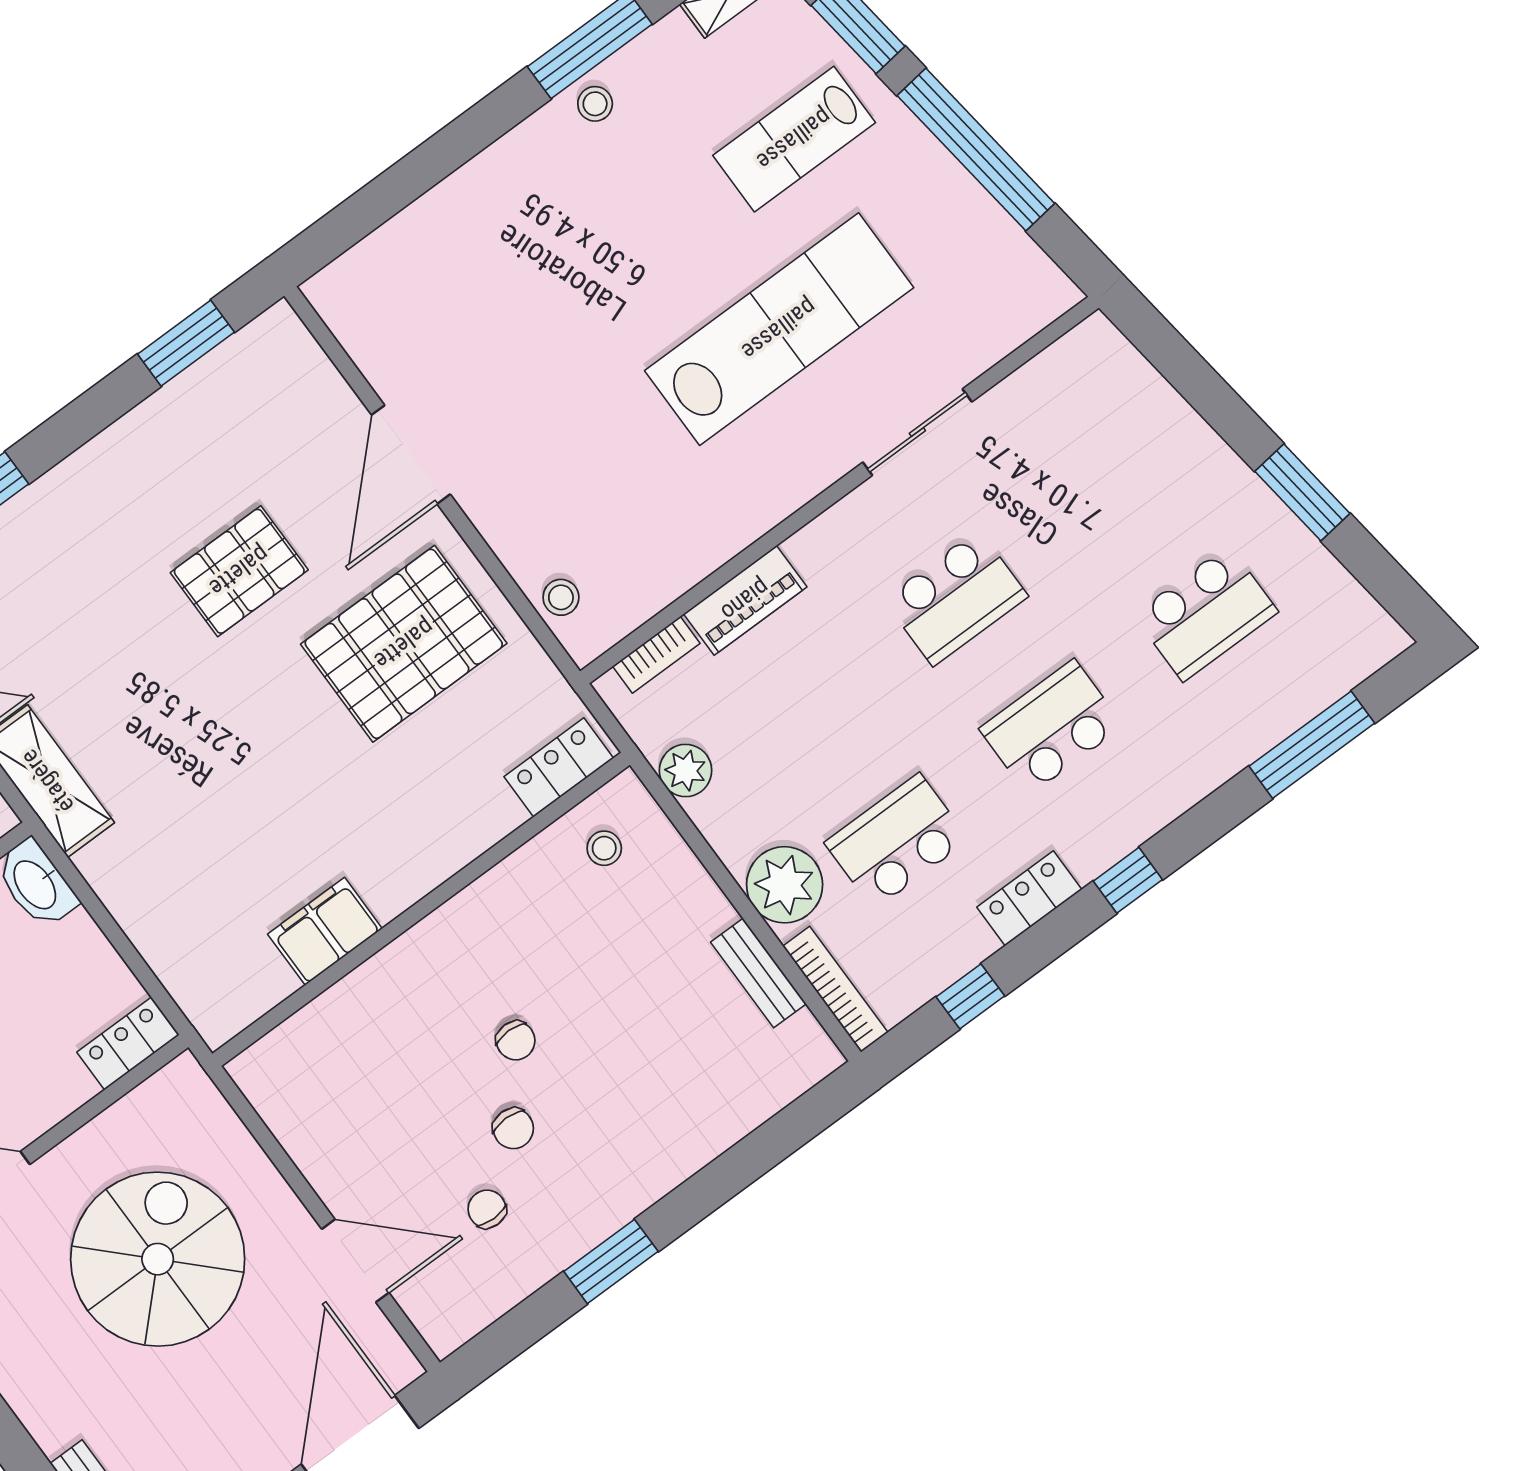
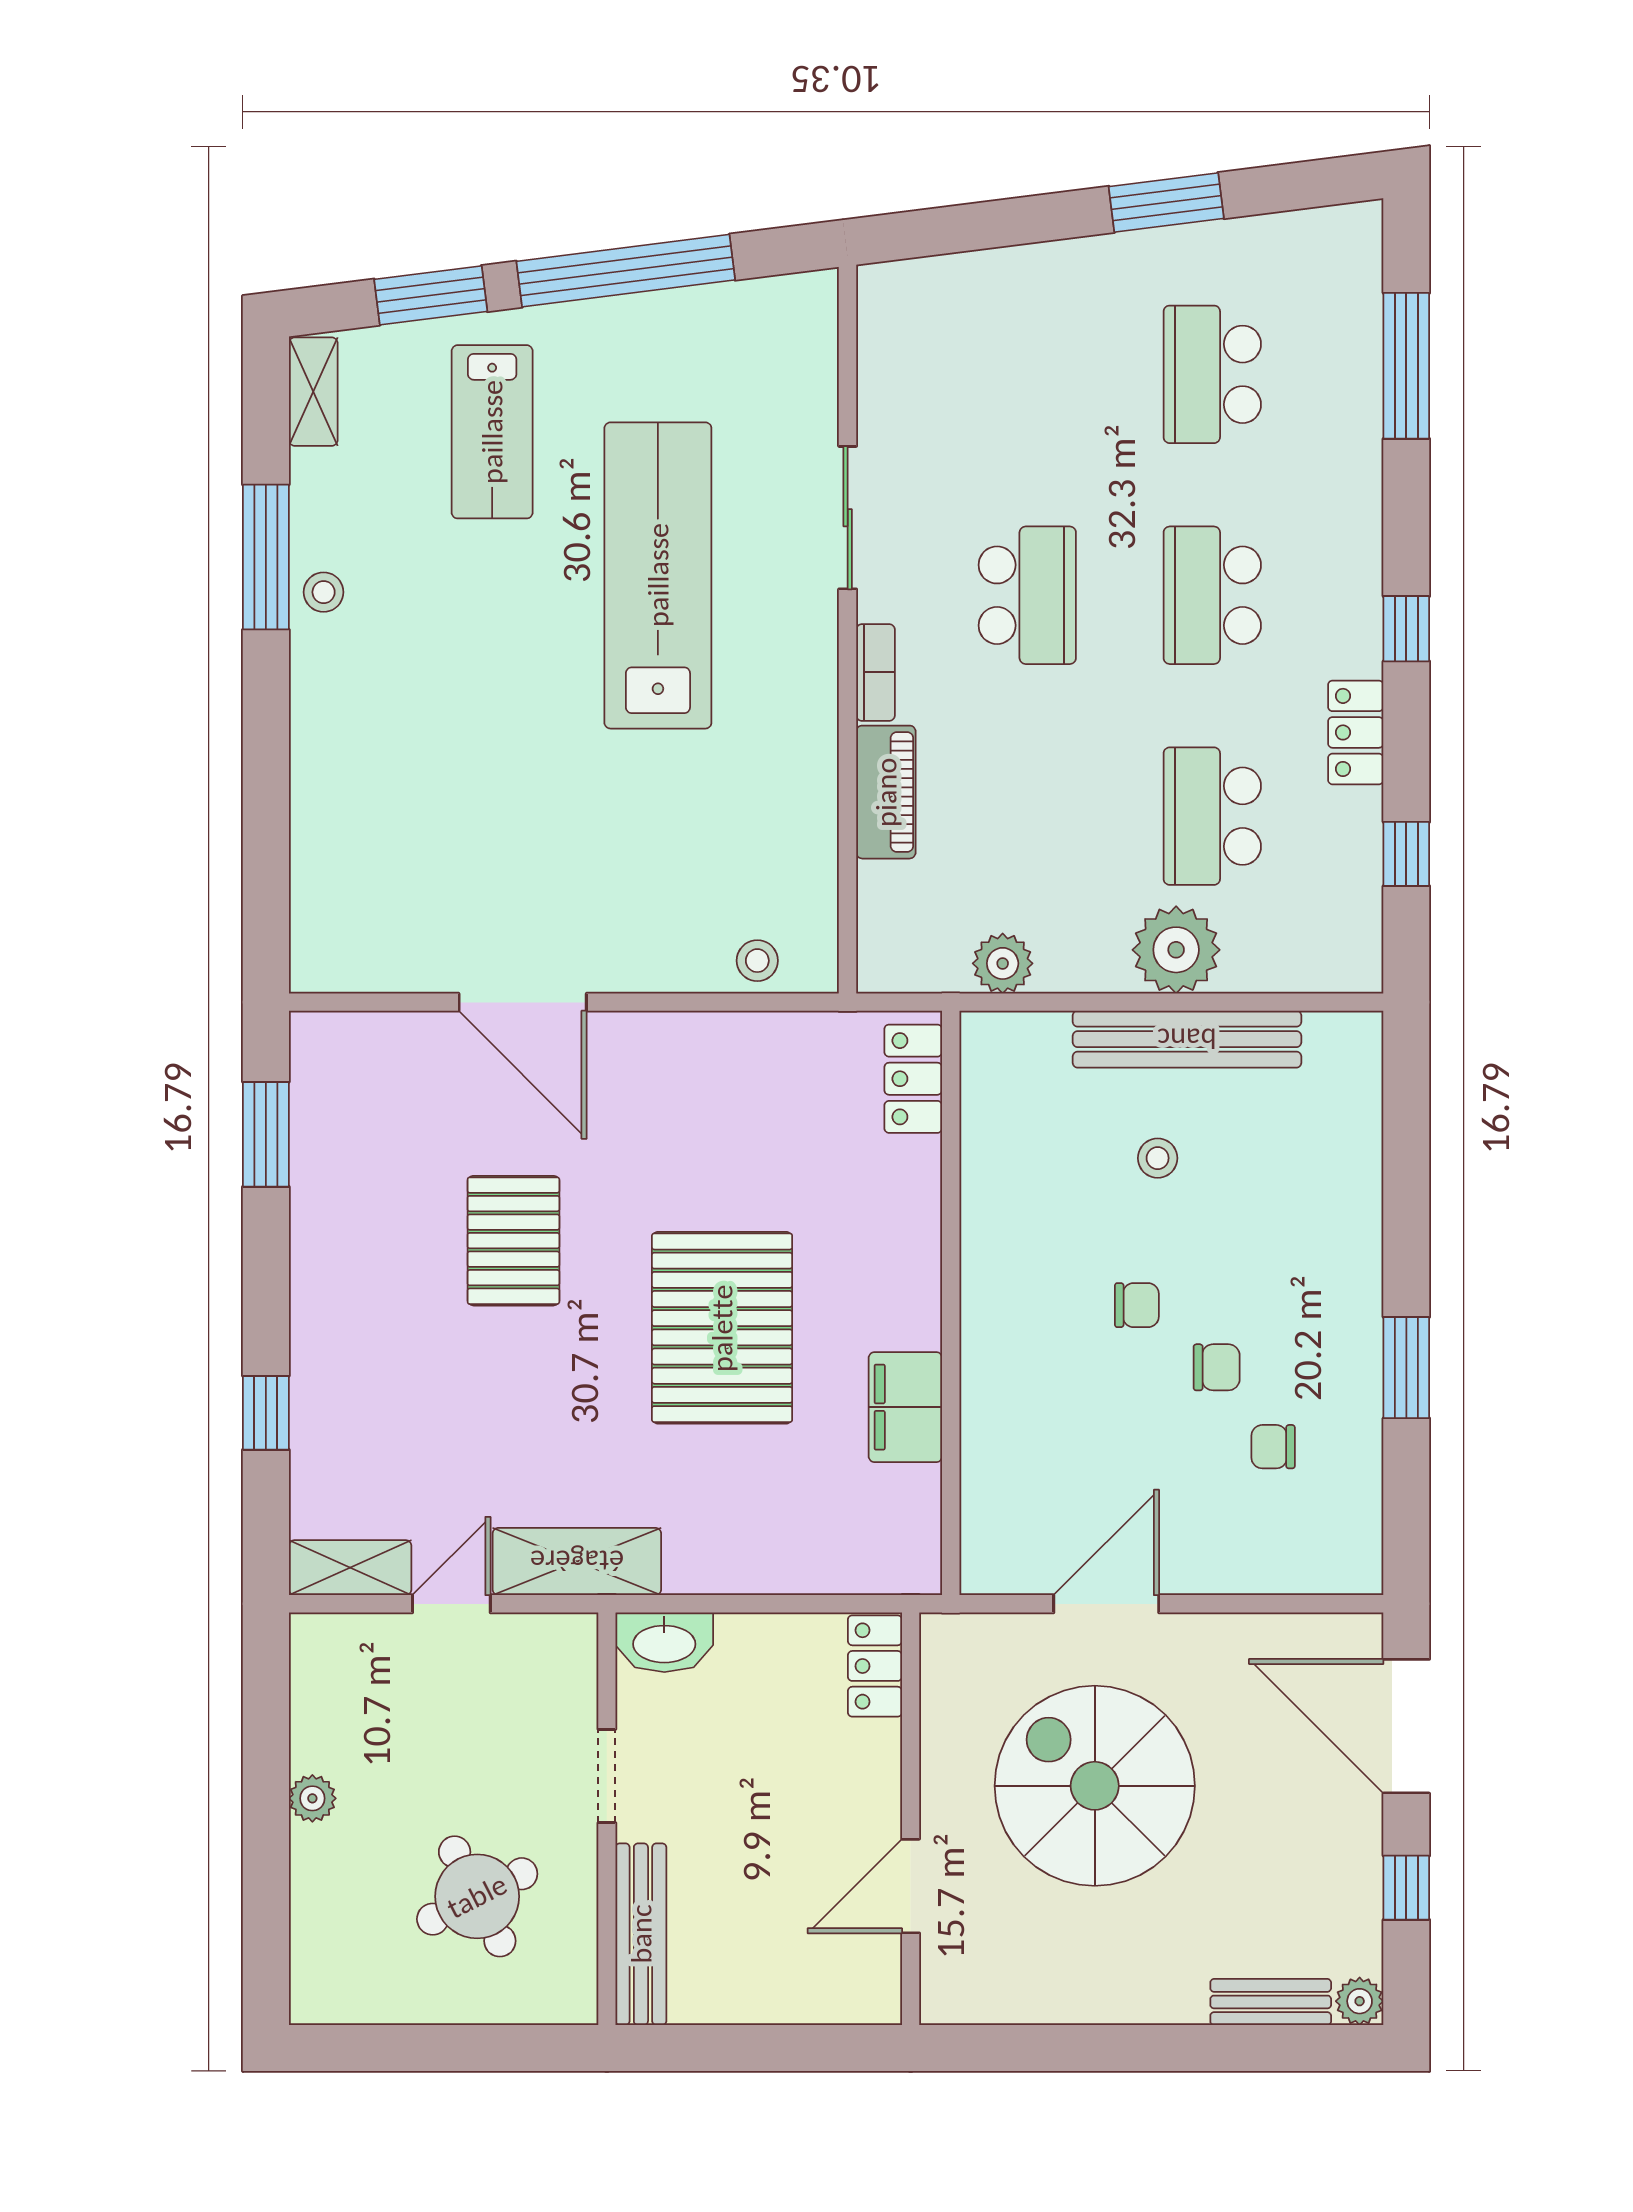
school desk: (1206, 613) -> (1212, 374), turned 180
pallet: (404, 644) -> (722, 1328), moved
bookcase: (656, 655) -> (876, 672), moved
stool: (604, 848) -> (1158, 1158), moved
bench: (758, 973) -> (1187, 1039), width x1.86, depth x1.21
bookcase: (835, 989) -> (1307, 974), removed
door: (355, 1261) -> (1106, 1604), moved

